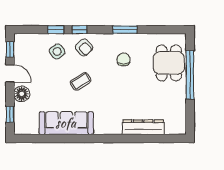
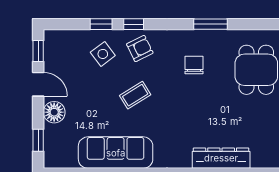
window: (125, 30) -> (210, 24), moved
armchair: (84, 47) -> (140, 49), turned -73

